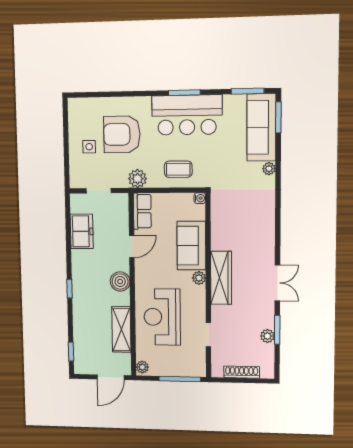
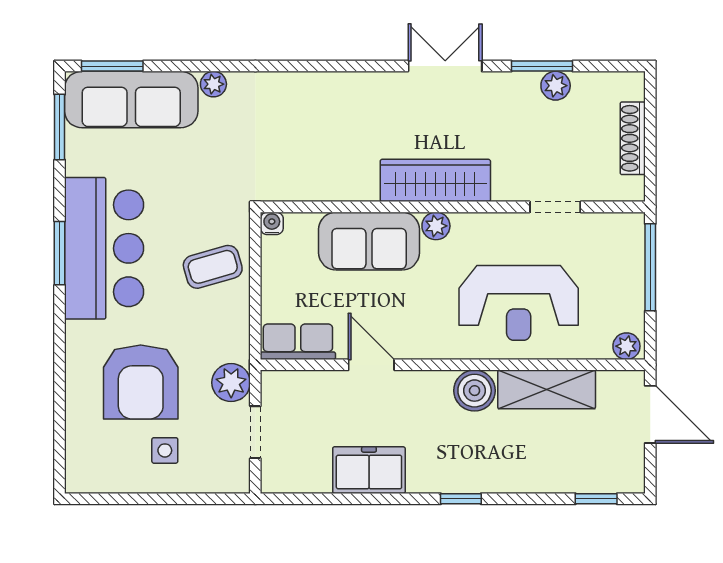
coffee table: (178, 169) -> (213, 267), turned 74
plant: (137, 179) -> (231, 383), moved
freezer: (82, 231) -> (369, 470), moved
boiler: (120, 281) -> (475, 391), moved

